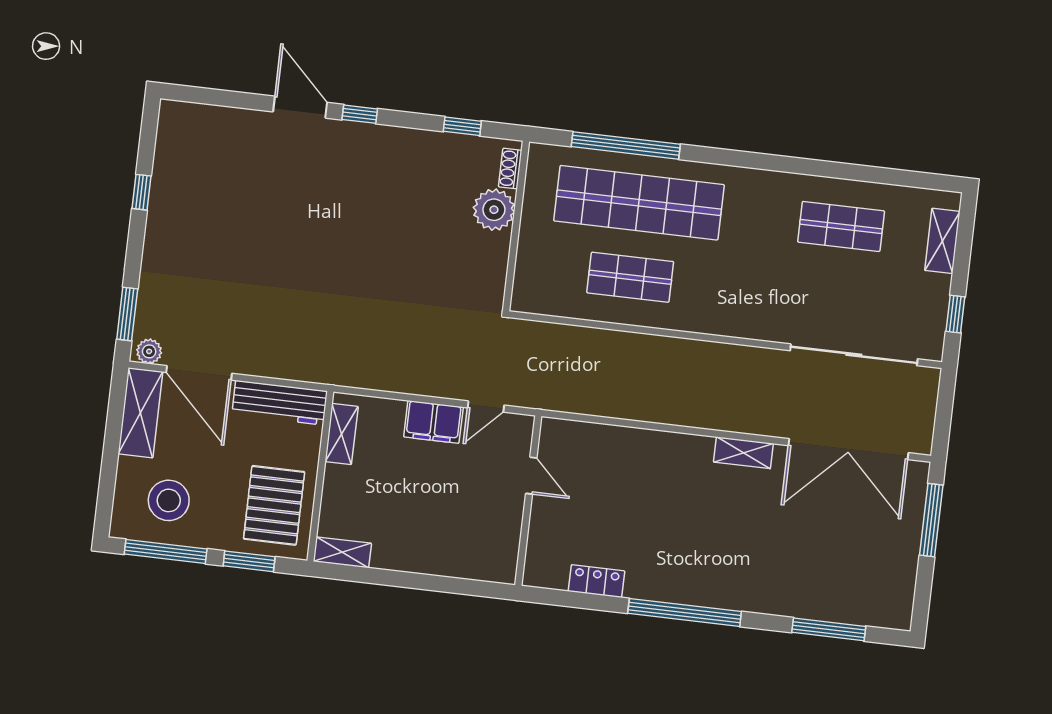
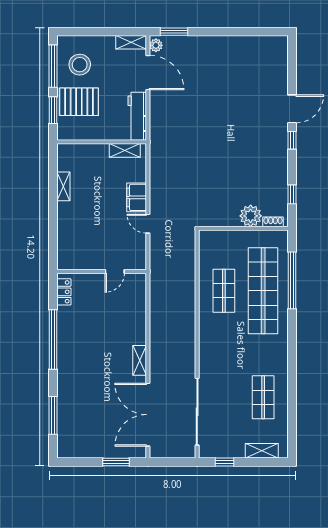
window: (141, 192) -> (238, 32), removed
door: (199, 373) -> (148, 73), swing flipped
shelving: (141, 413) -> (131, 42), width x0.67, depth x0.75
door: (531, 476) -> (115, 272), moved
wall: (528, 501) -> (102, 272), moved
pallet: (274, 505) -> (79, 102), moved
window: (931, 520) -> (116, 462), width x0.69
shelving: (342, 552) -> (63, 186), moved

